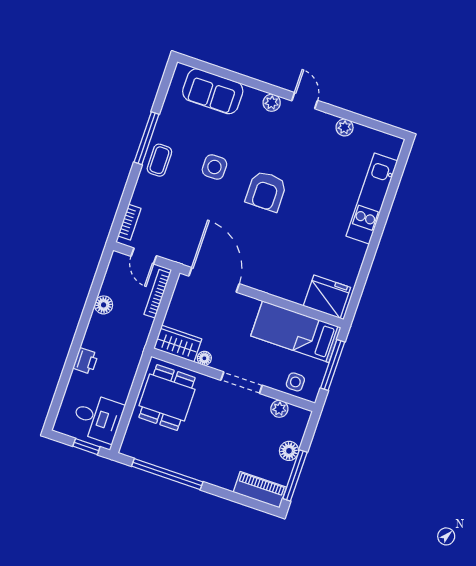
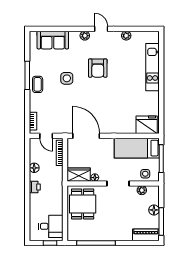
armchair: (266, 191) -> (98, 68), moved
printer: (86, 361) -> (35, 187), moved

